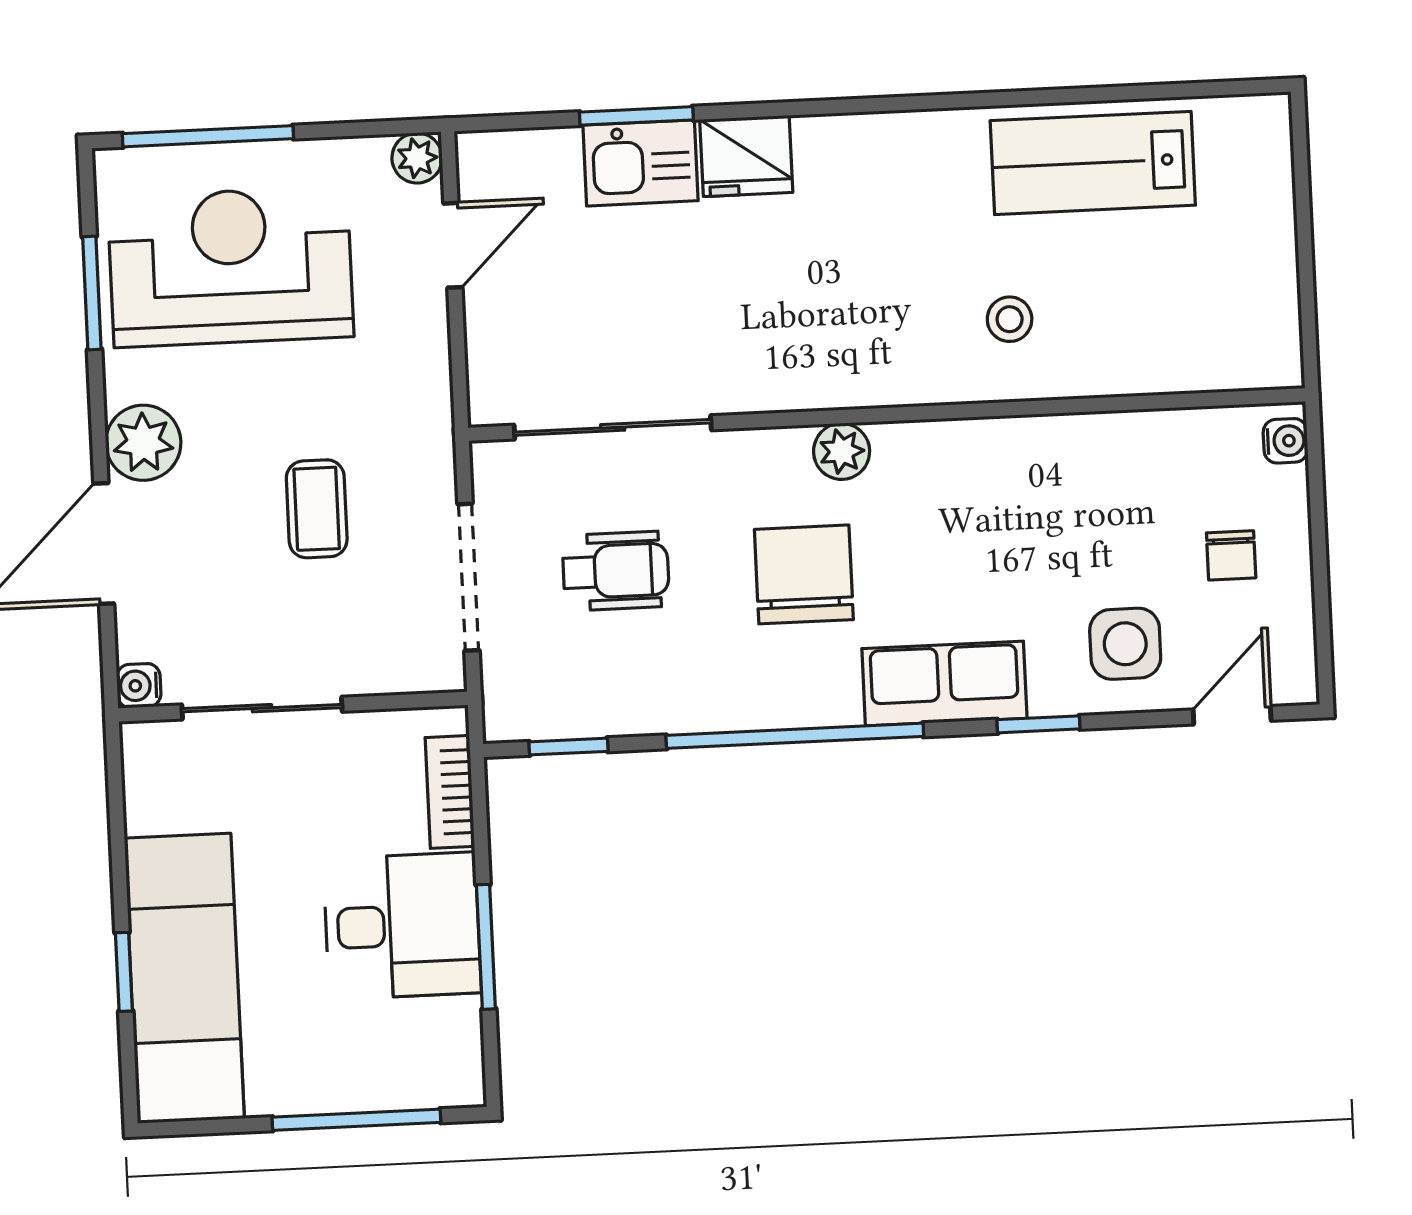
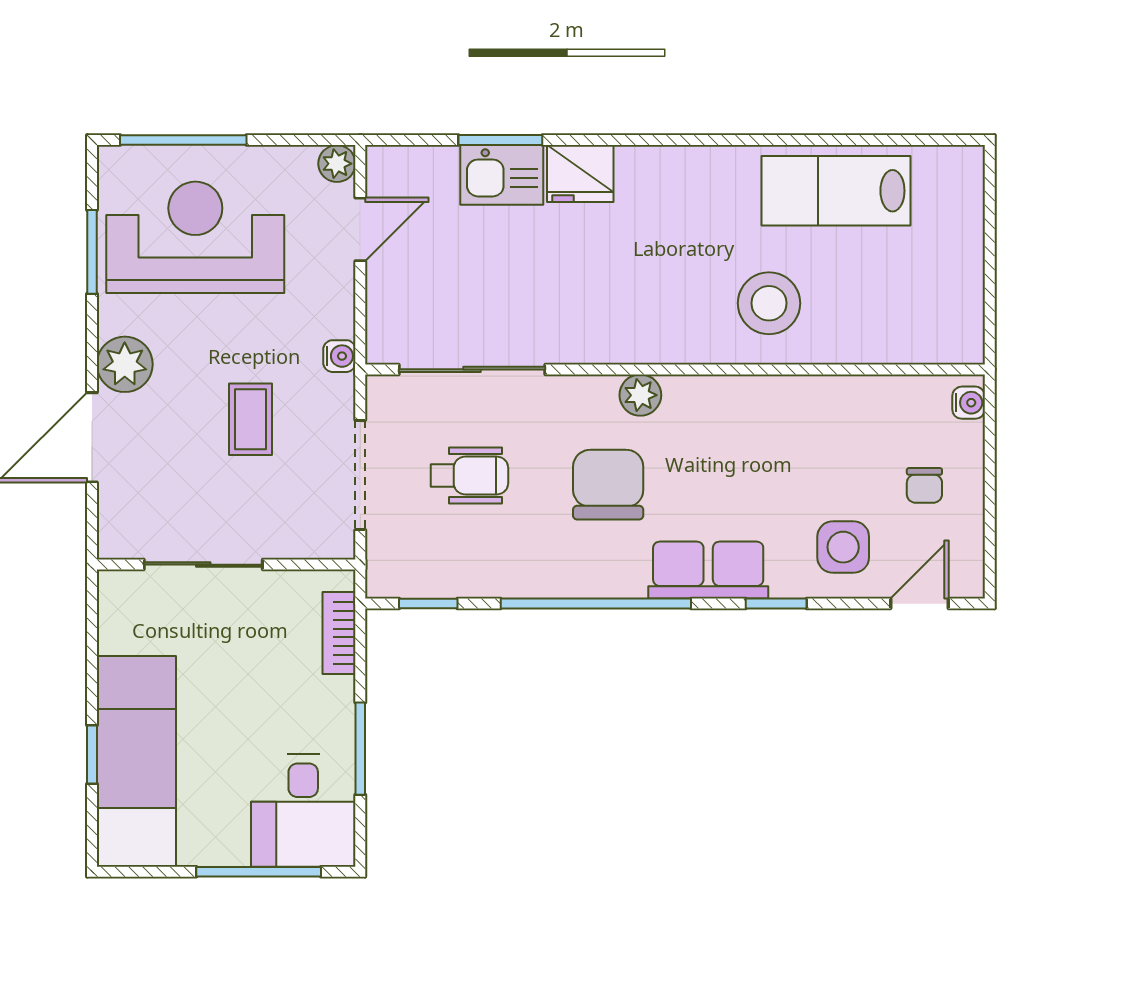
stool: (1010, 319) -> (769, 303), width x1.89, depth x1.89
water cooler: (139, 686) -> (339, 356), moved, turned 180
desk: (402, 926) -> (303, 811), moved, turned 90

